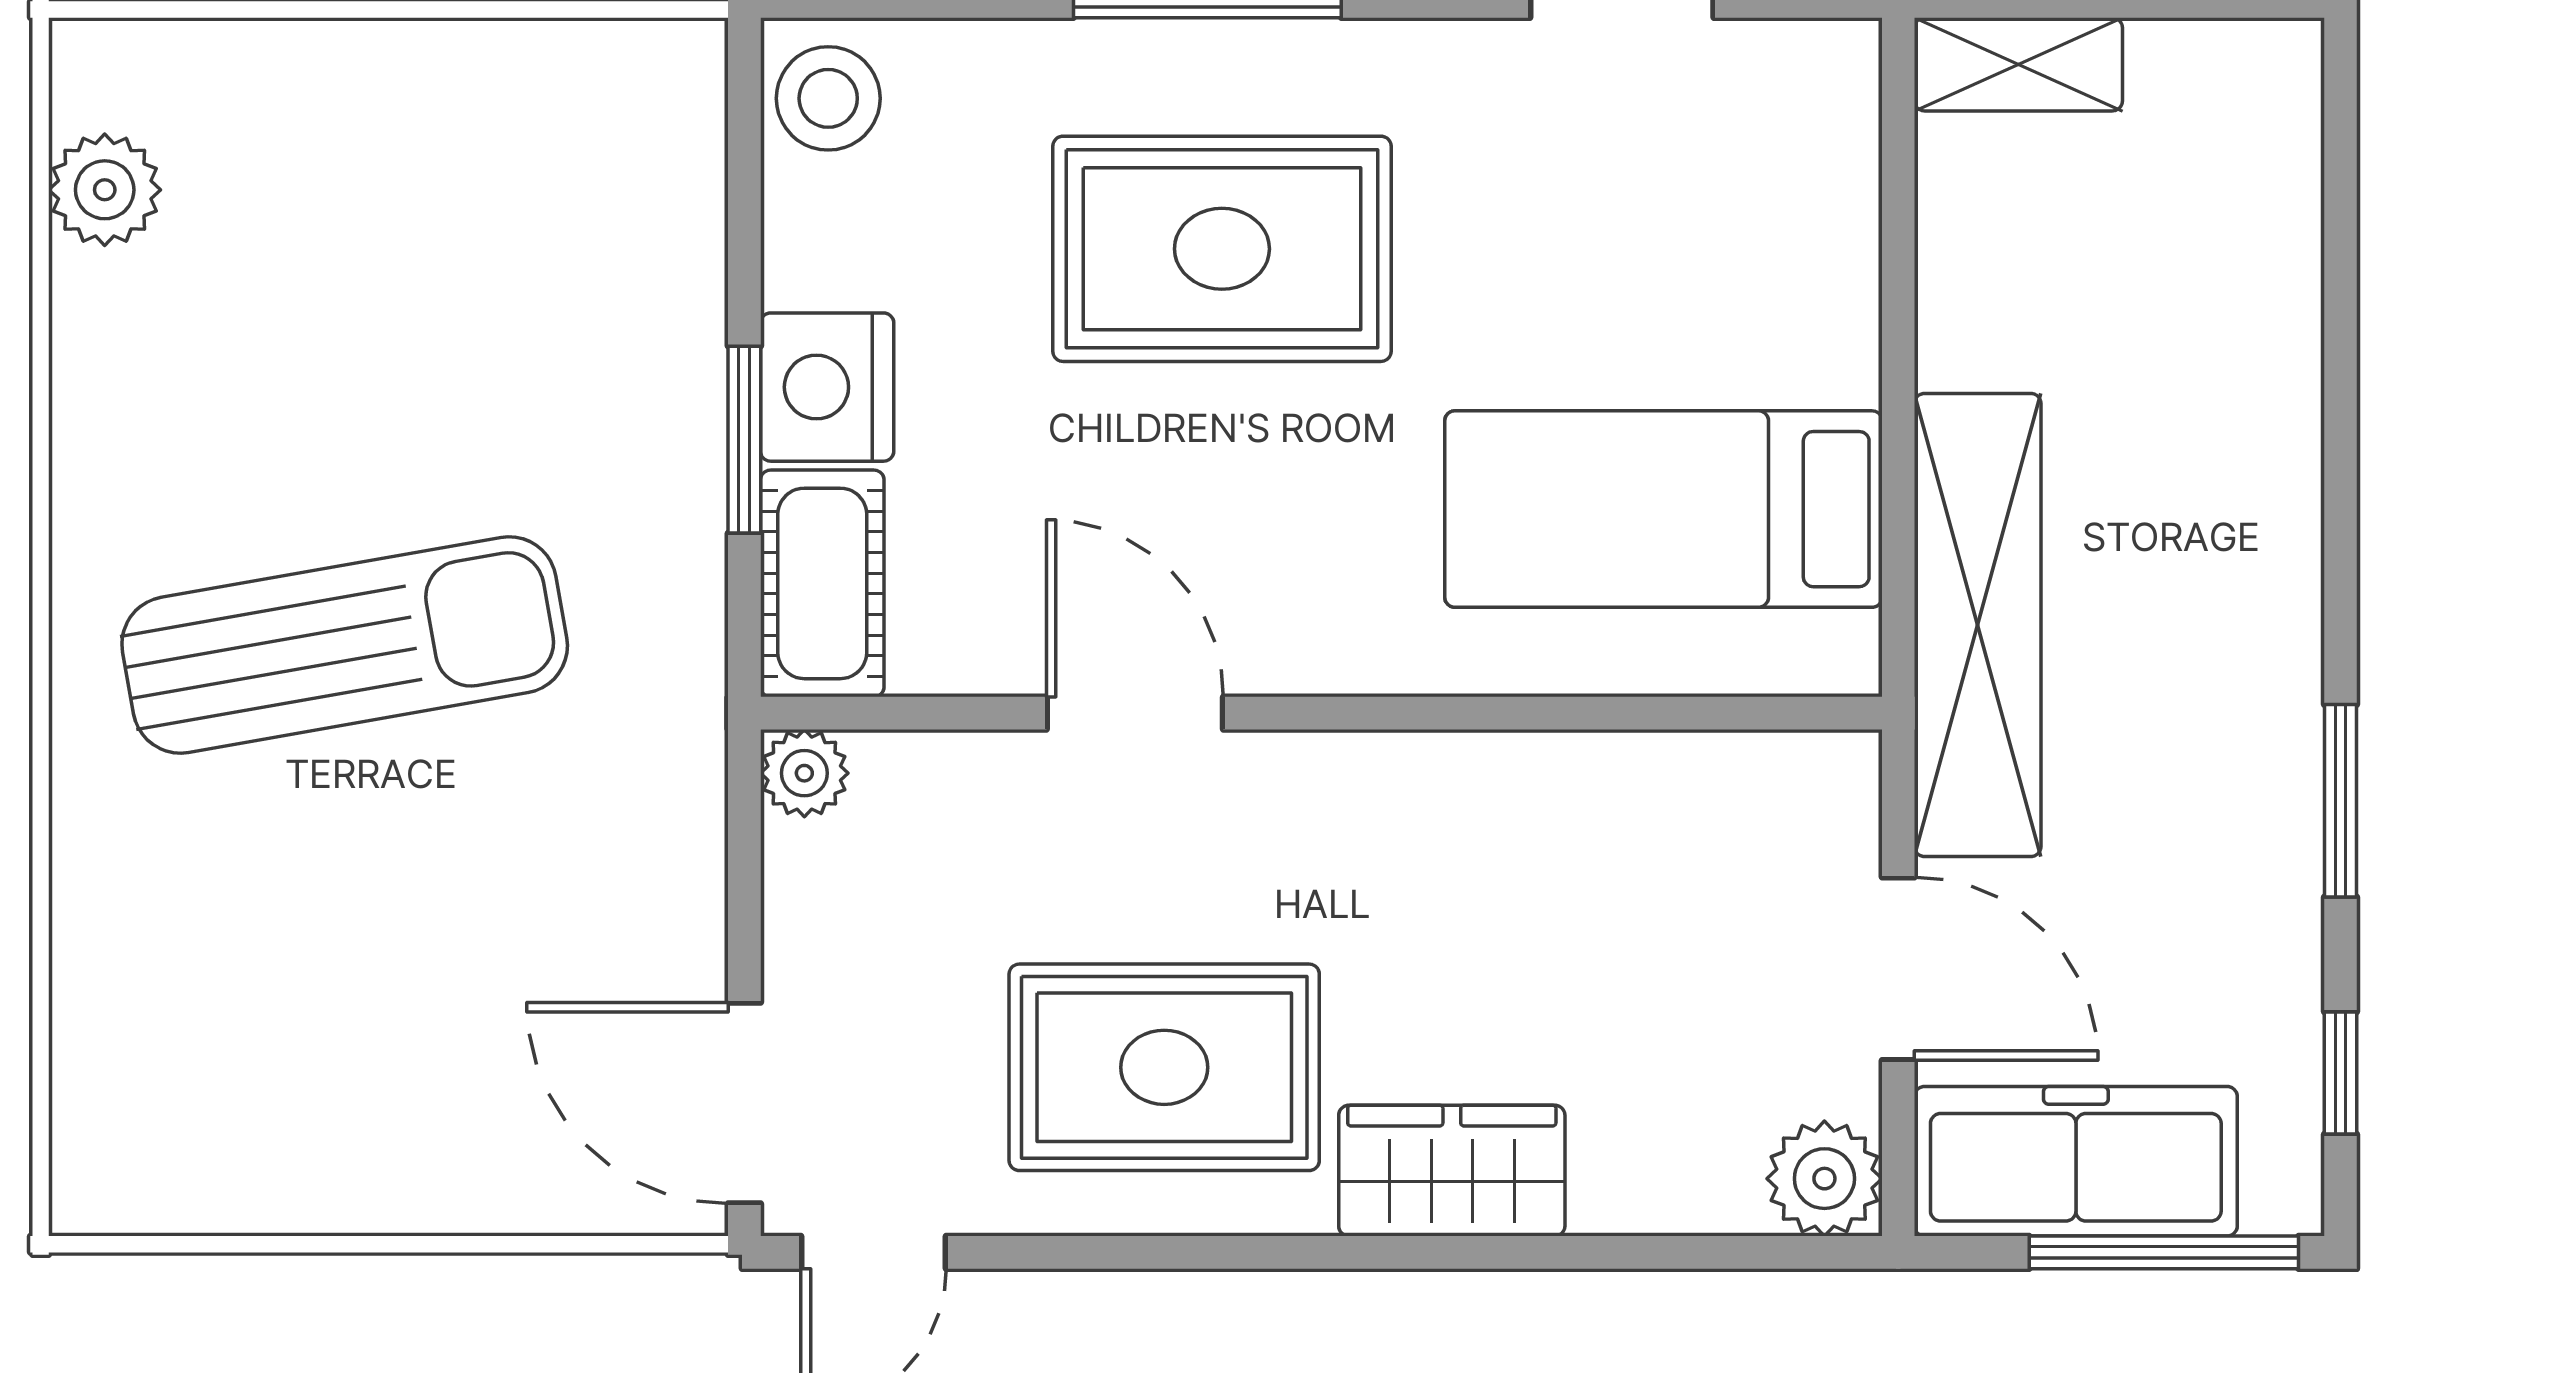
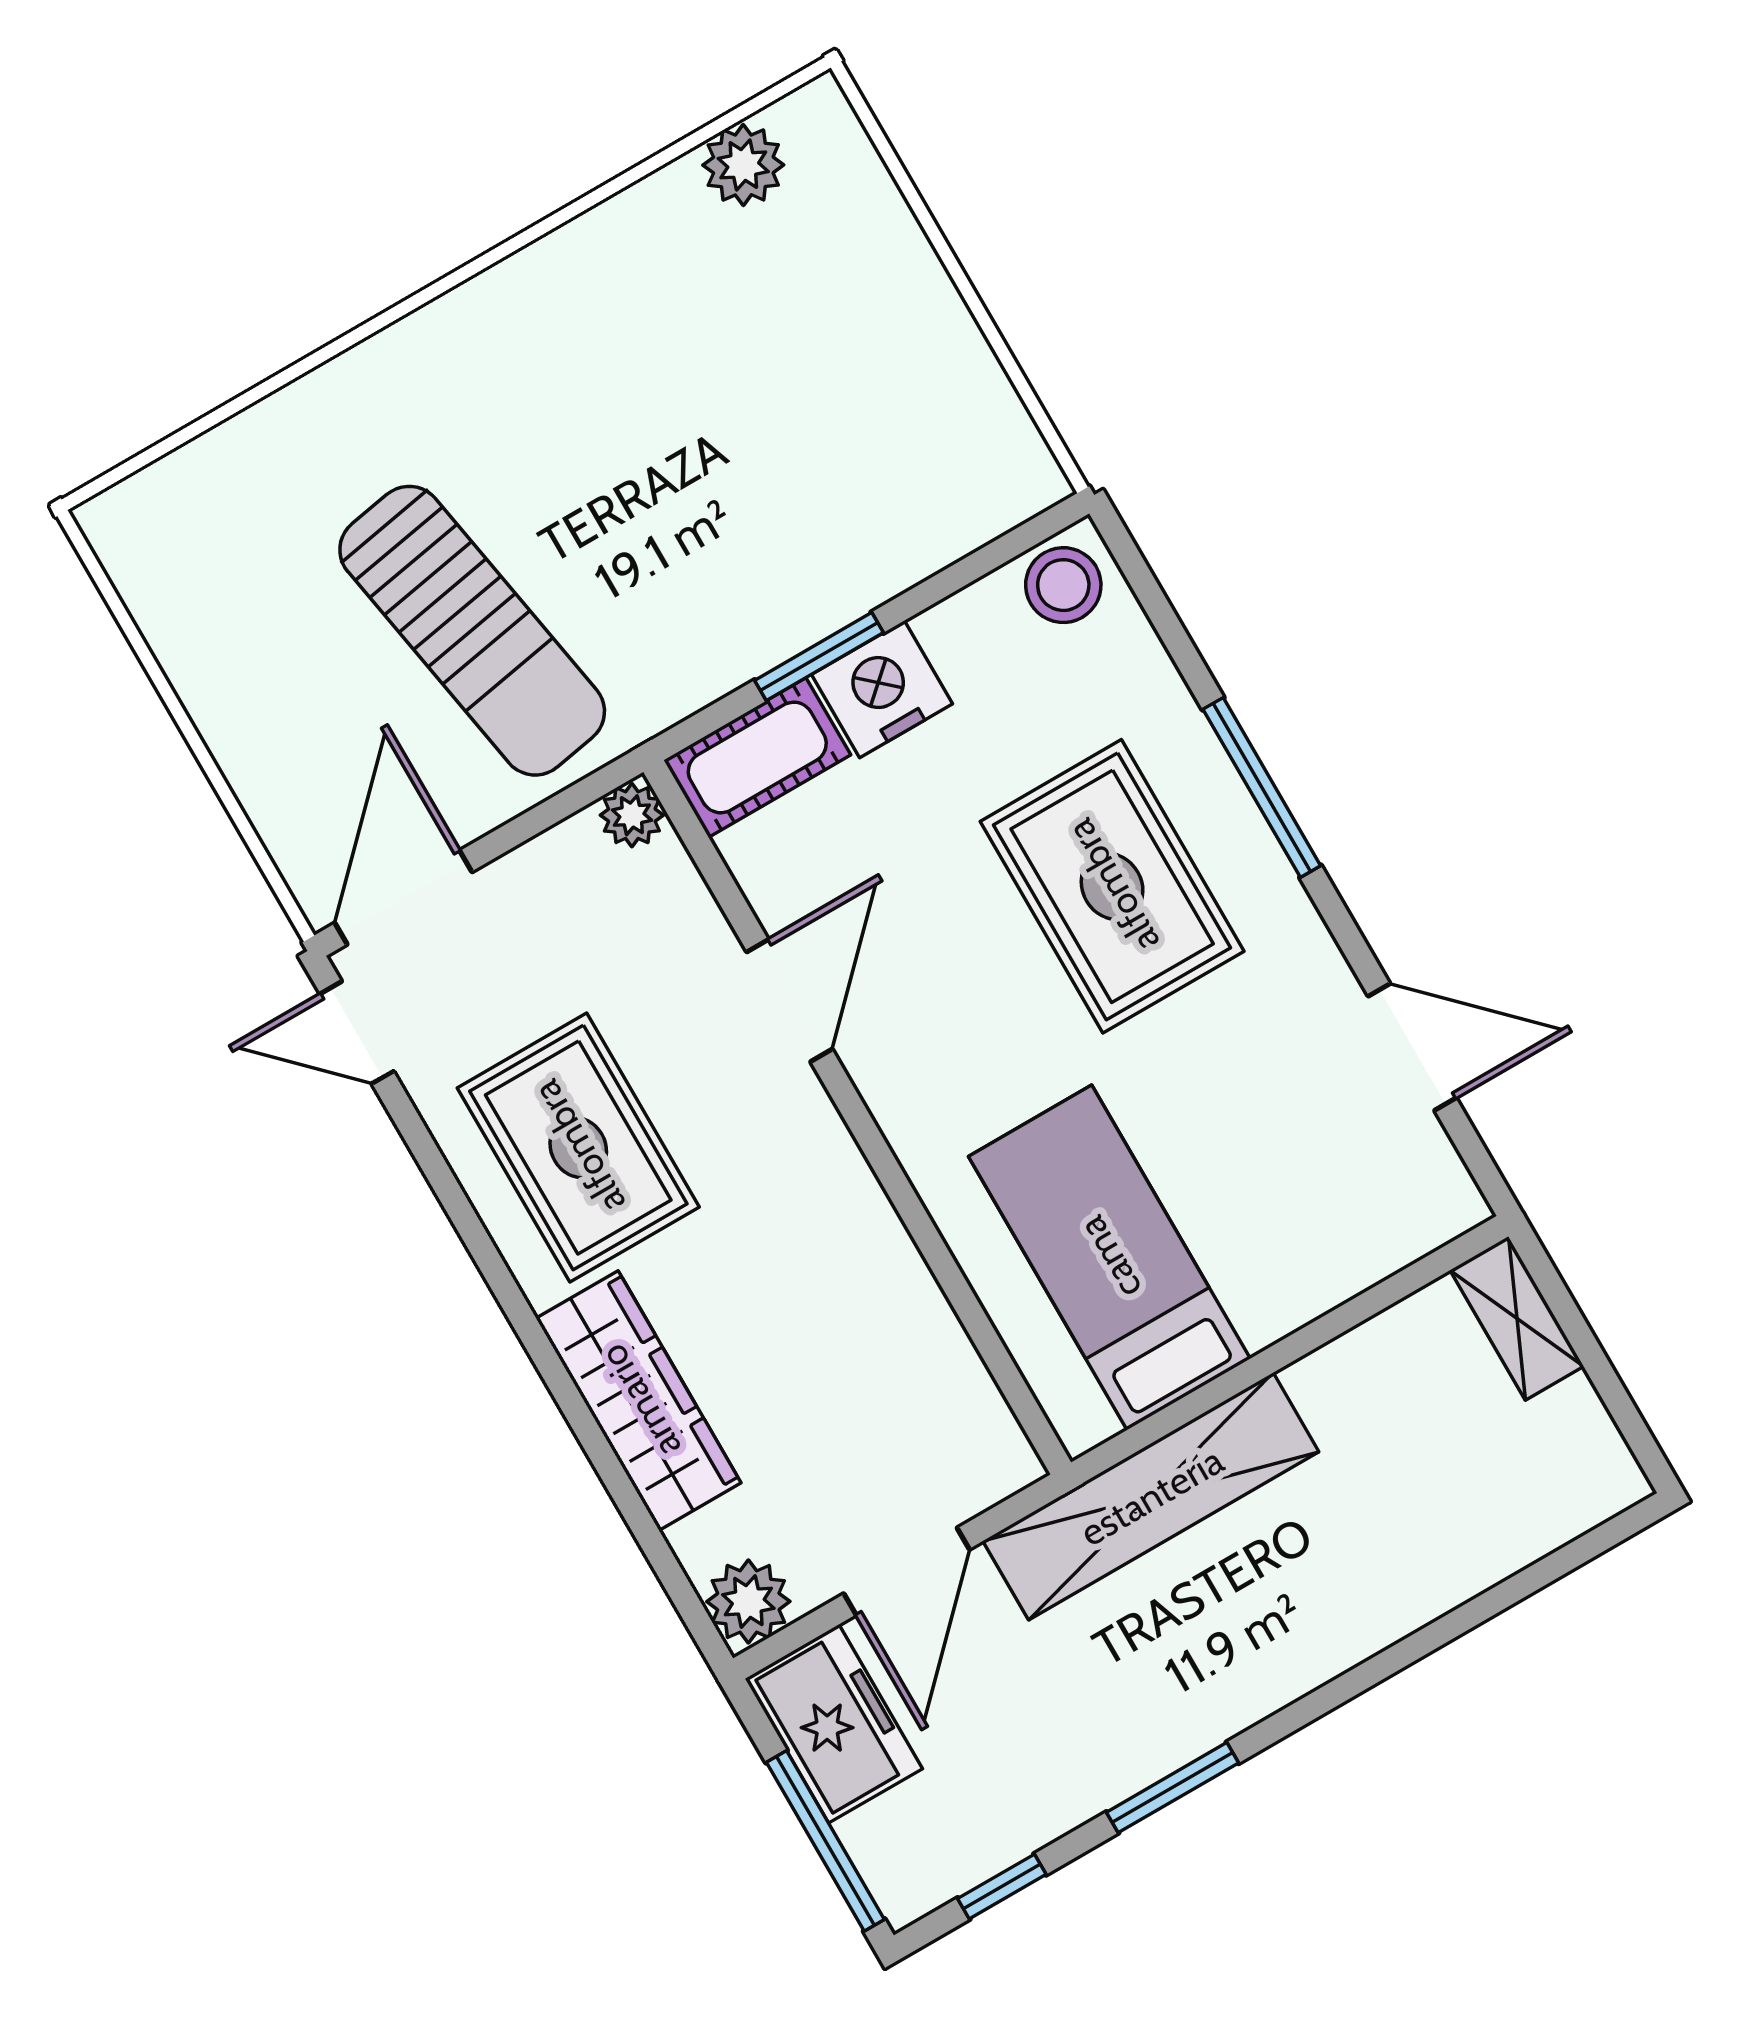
sun lounger: (345, 645) -> (472, 631), moved
freezer: (2076, 1161) -> (834, 1724), width x0.71
wardrobe: (1452, 1171) -> (639, 1401), width x1.50

